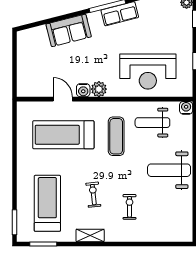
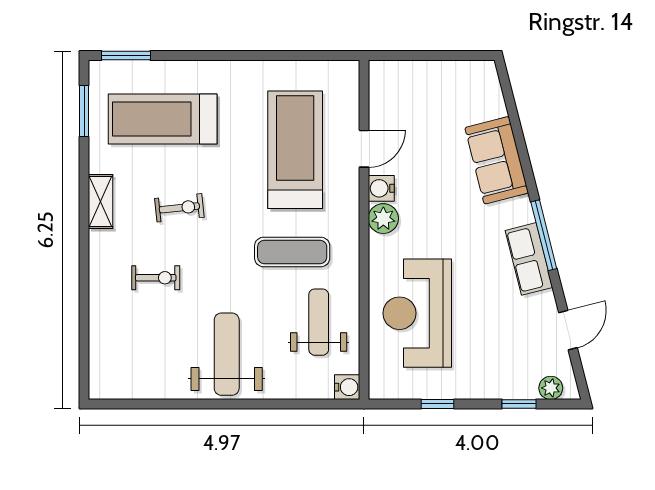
treadmill: (47, 203) -> (163, 119), turned 180

